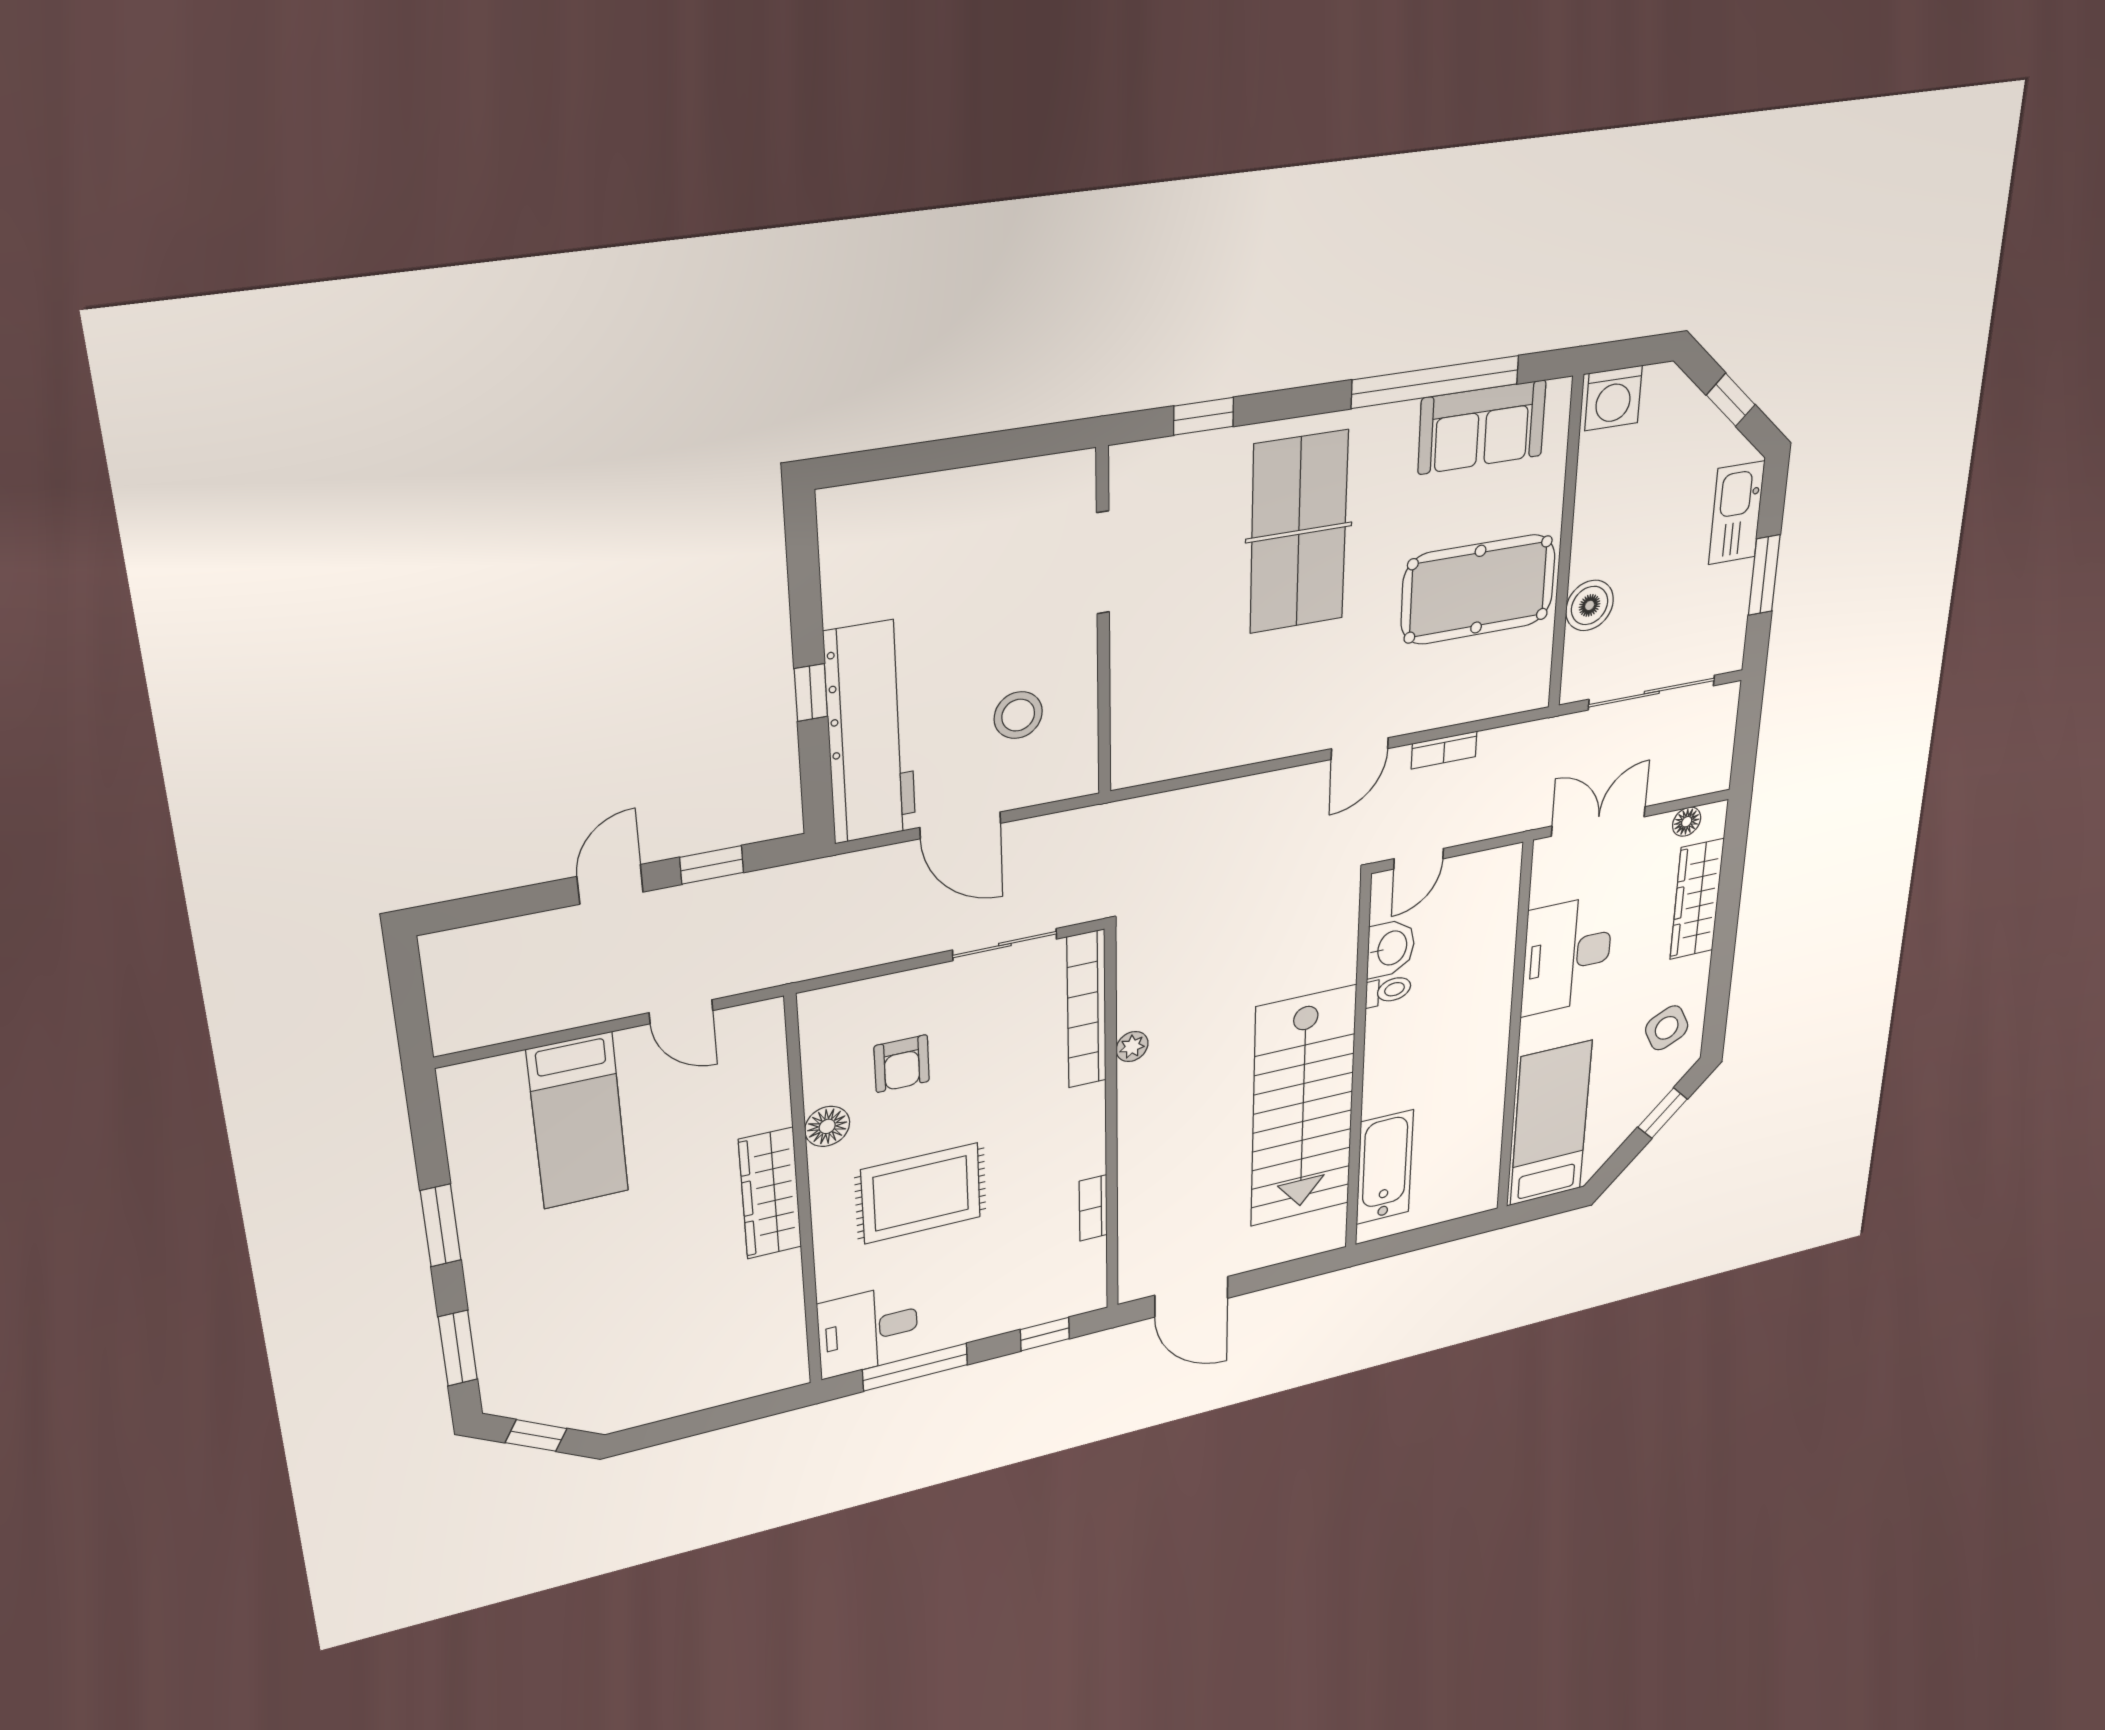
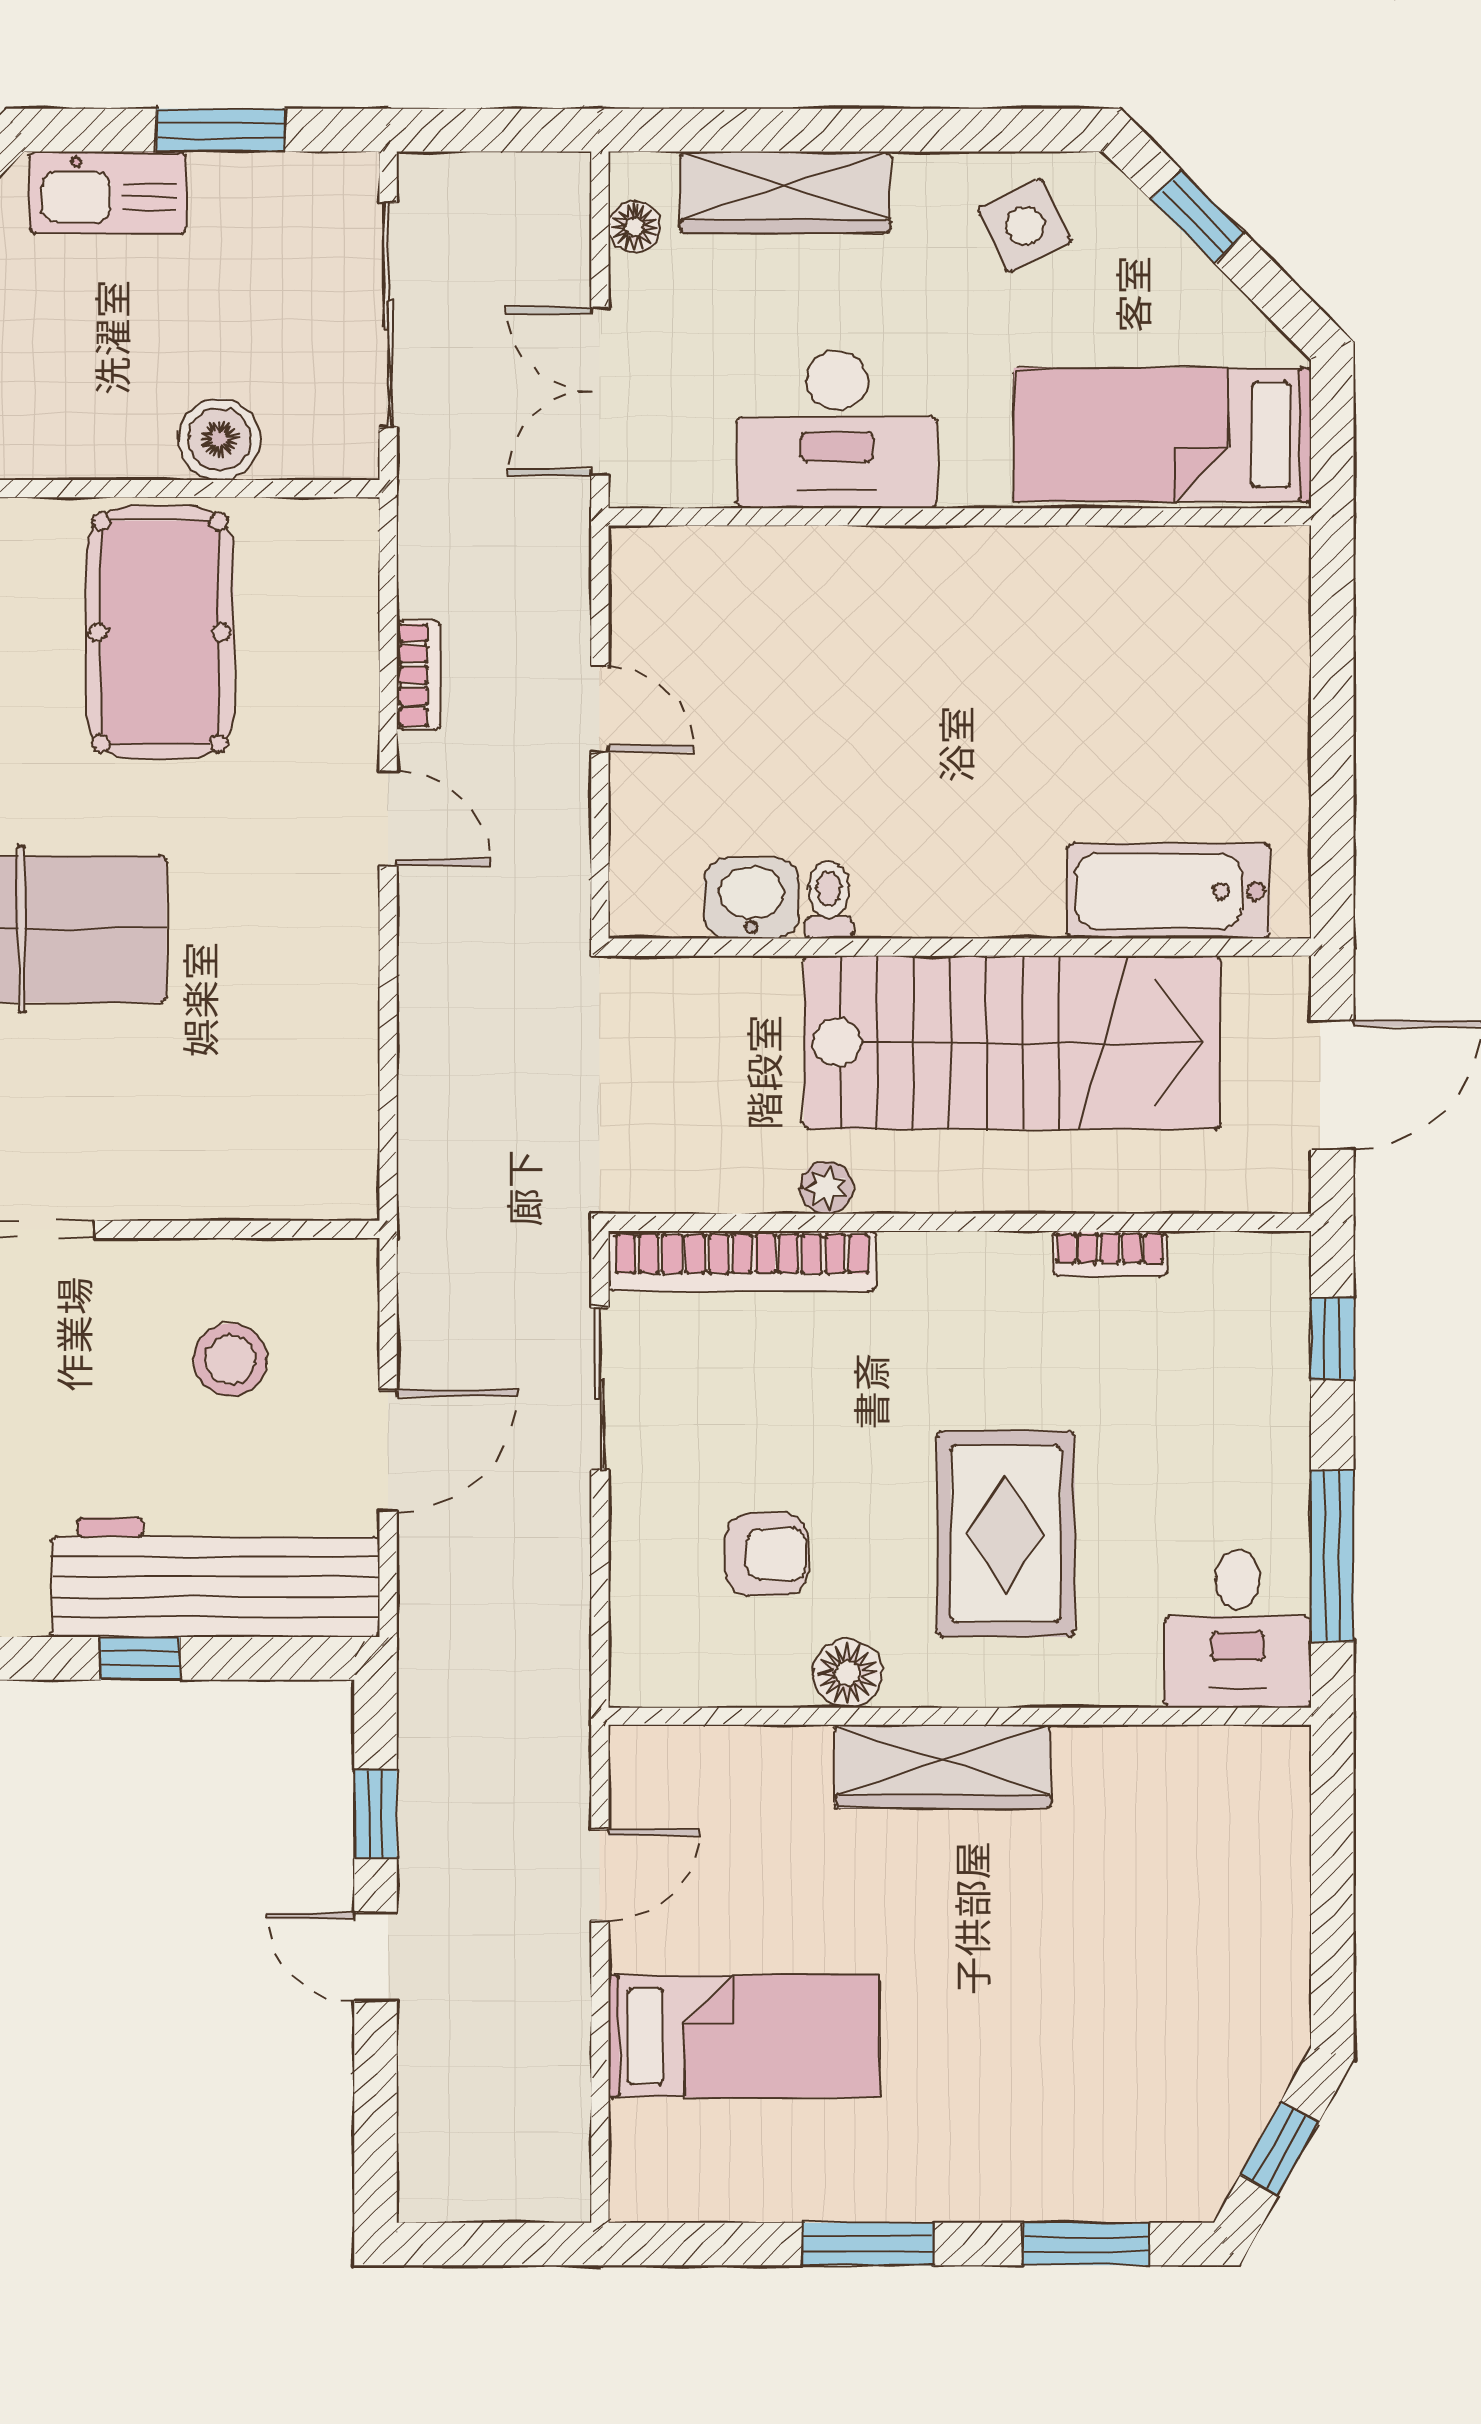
washbasin: (1391, 948) -> (751, 898), moved
toilet: (1388, 991) -> (829, 900), moved
wall: (1358, 1067) -> (960, 947), moved
stairs: (1303, 1107) -> (1012, 1043), moved
bathtub: (1385, 1167) -> (1169, 891), moved

